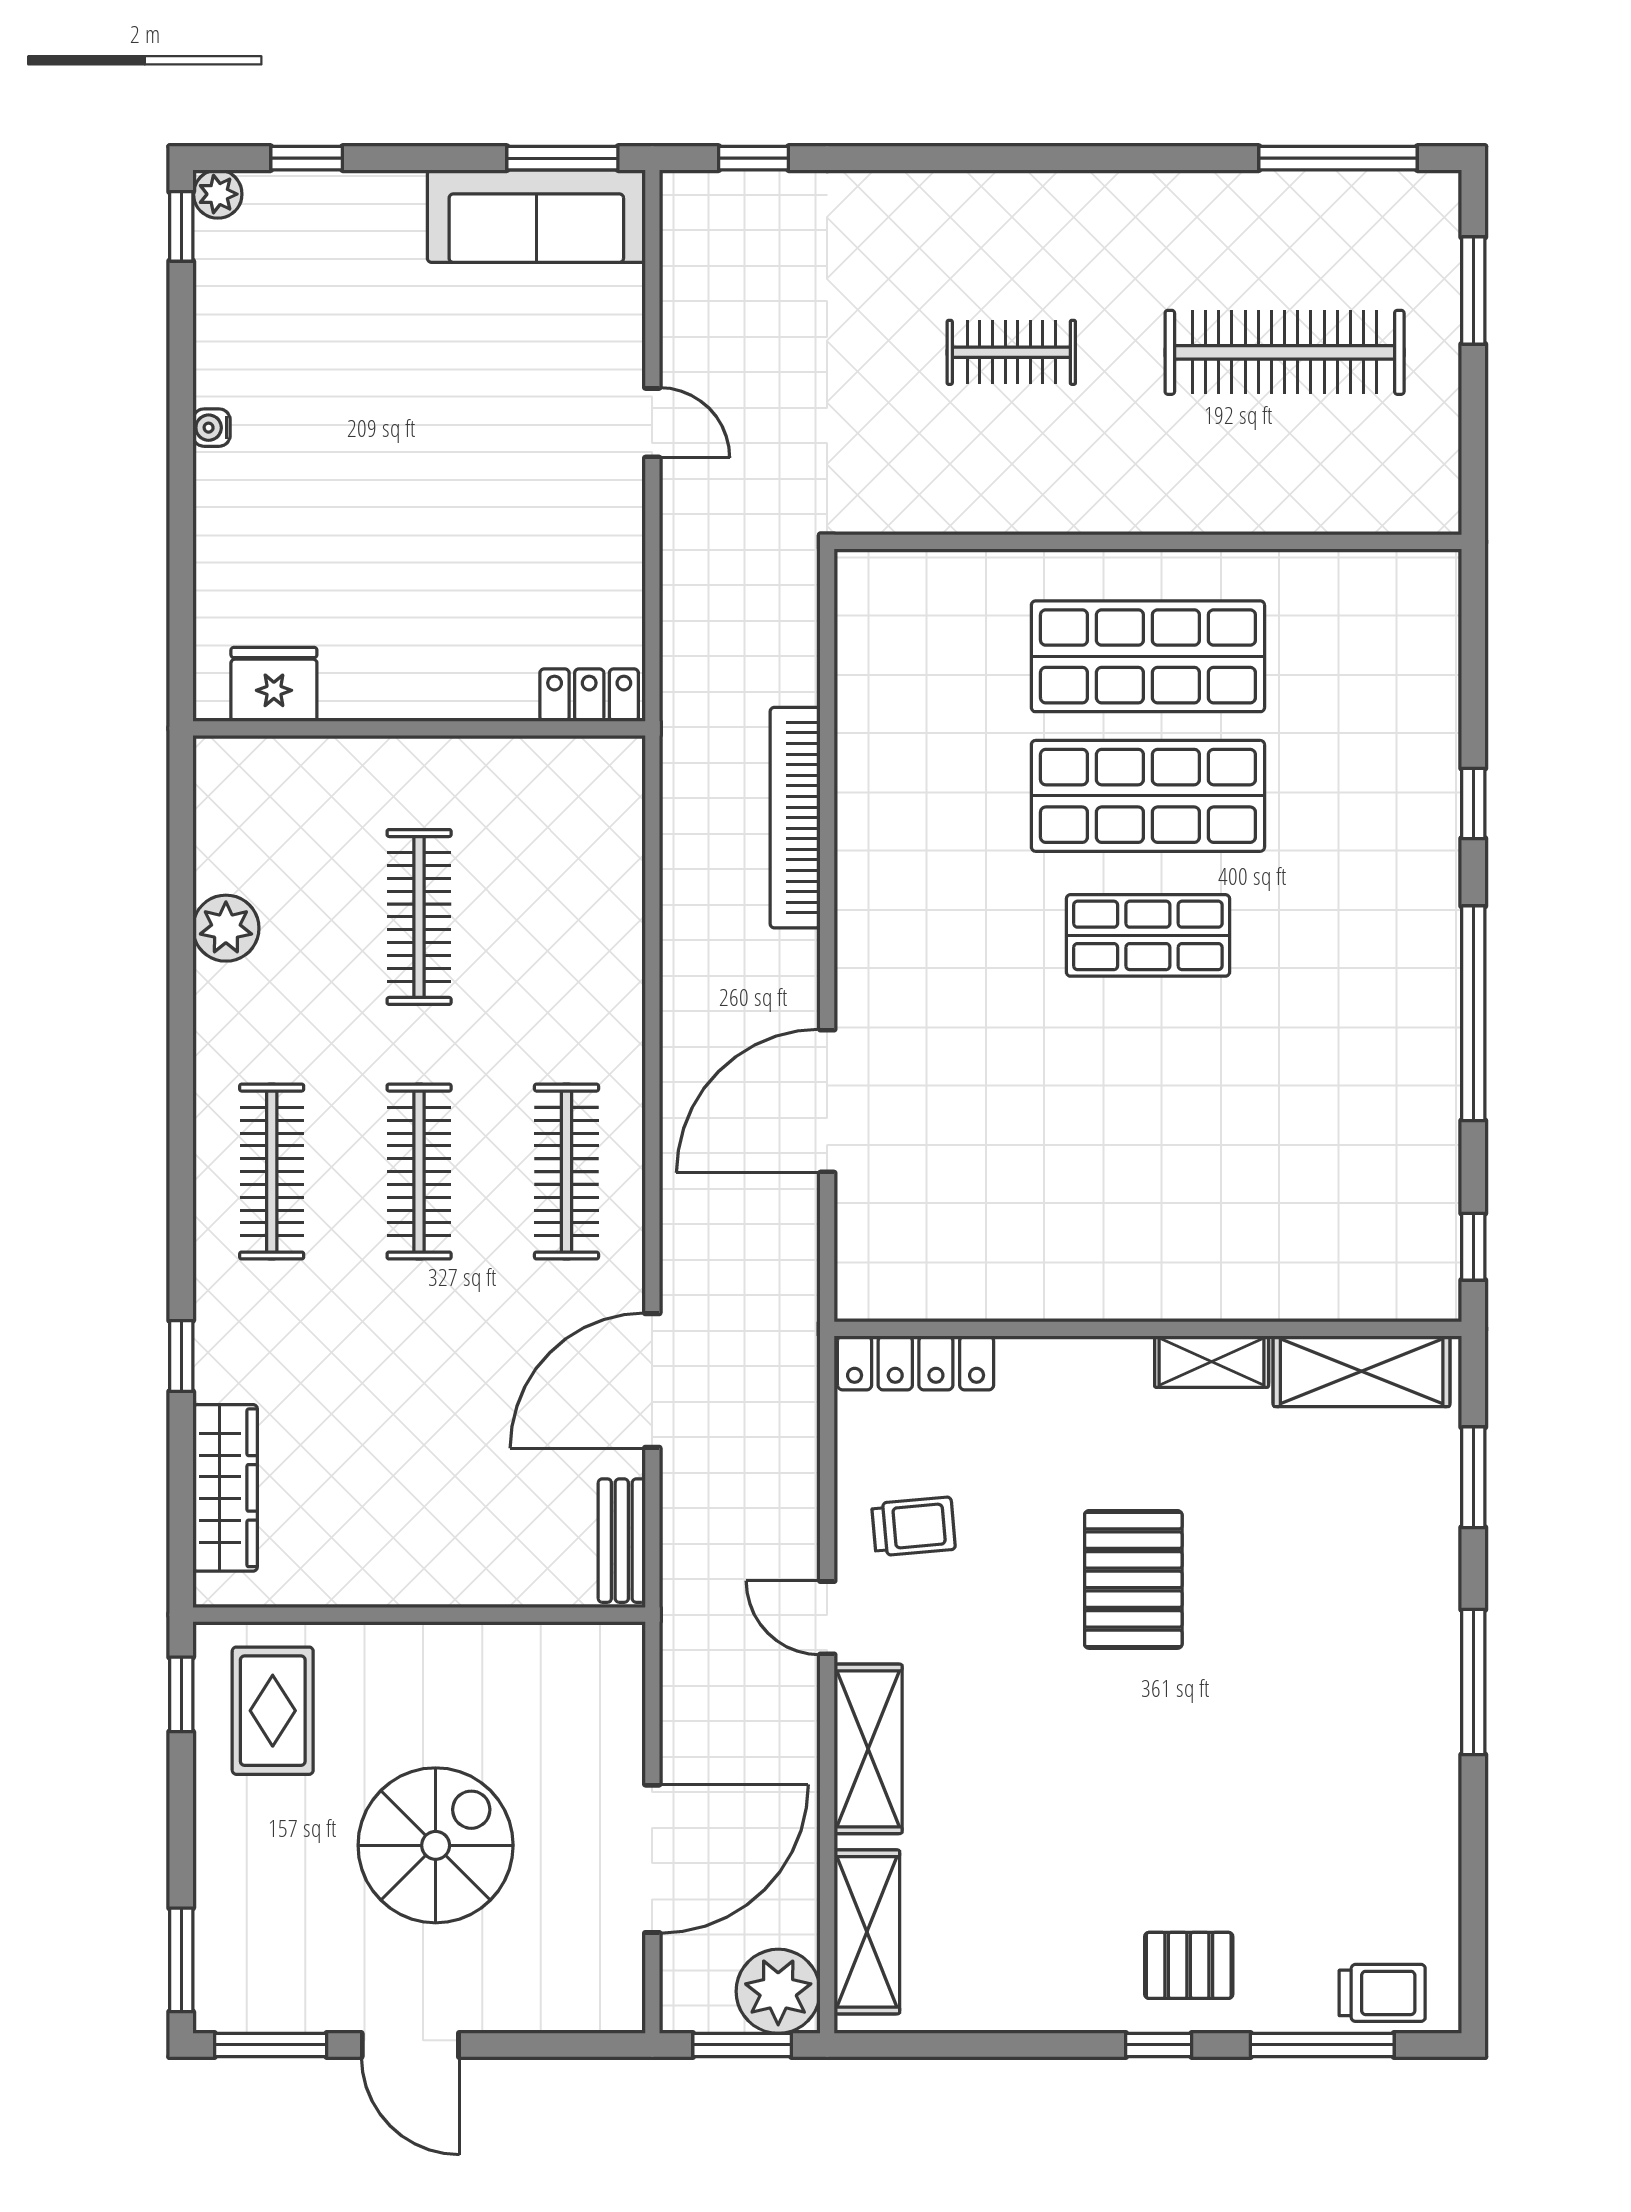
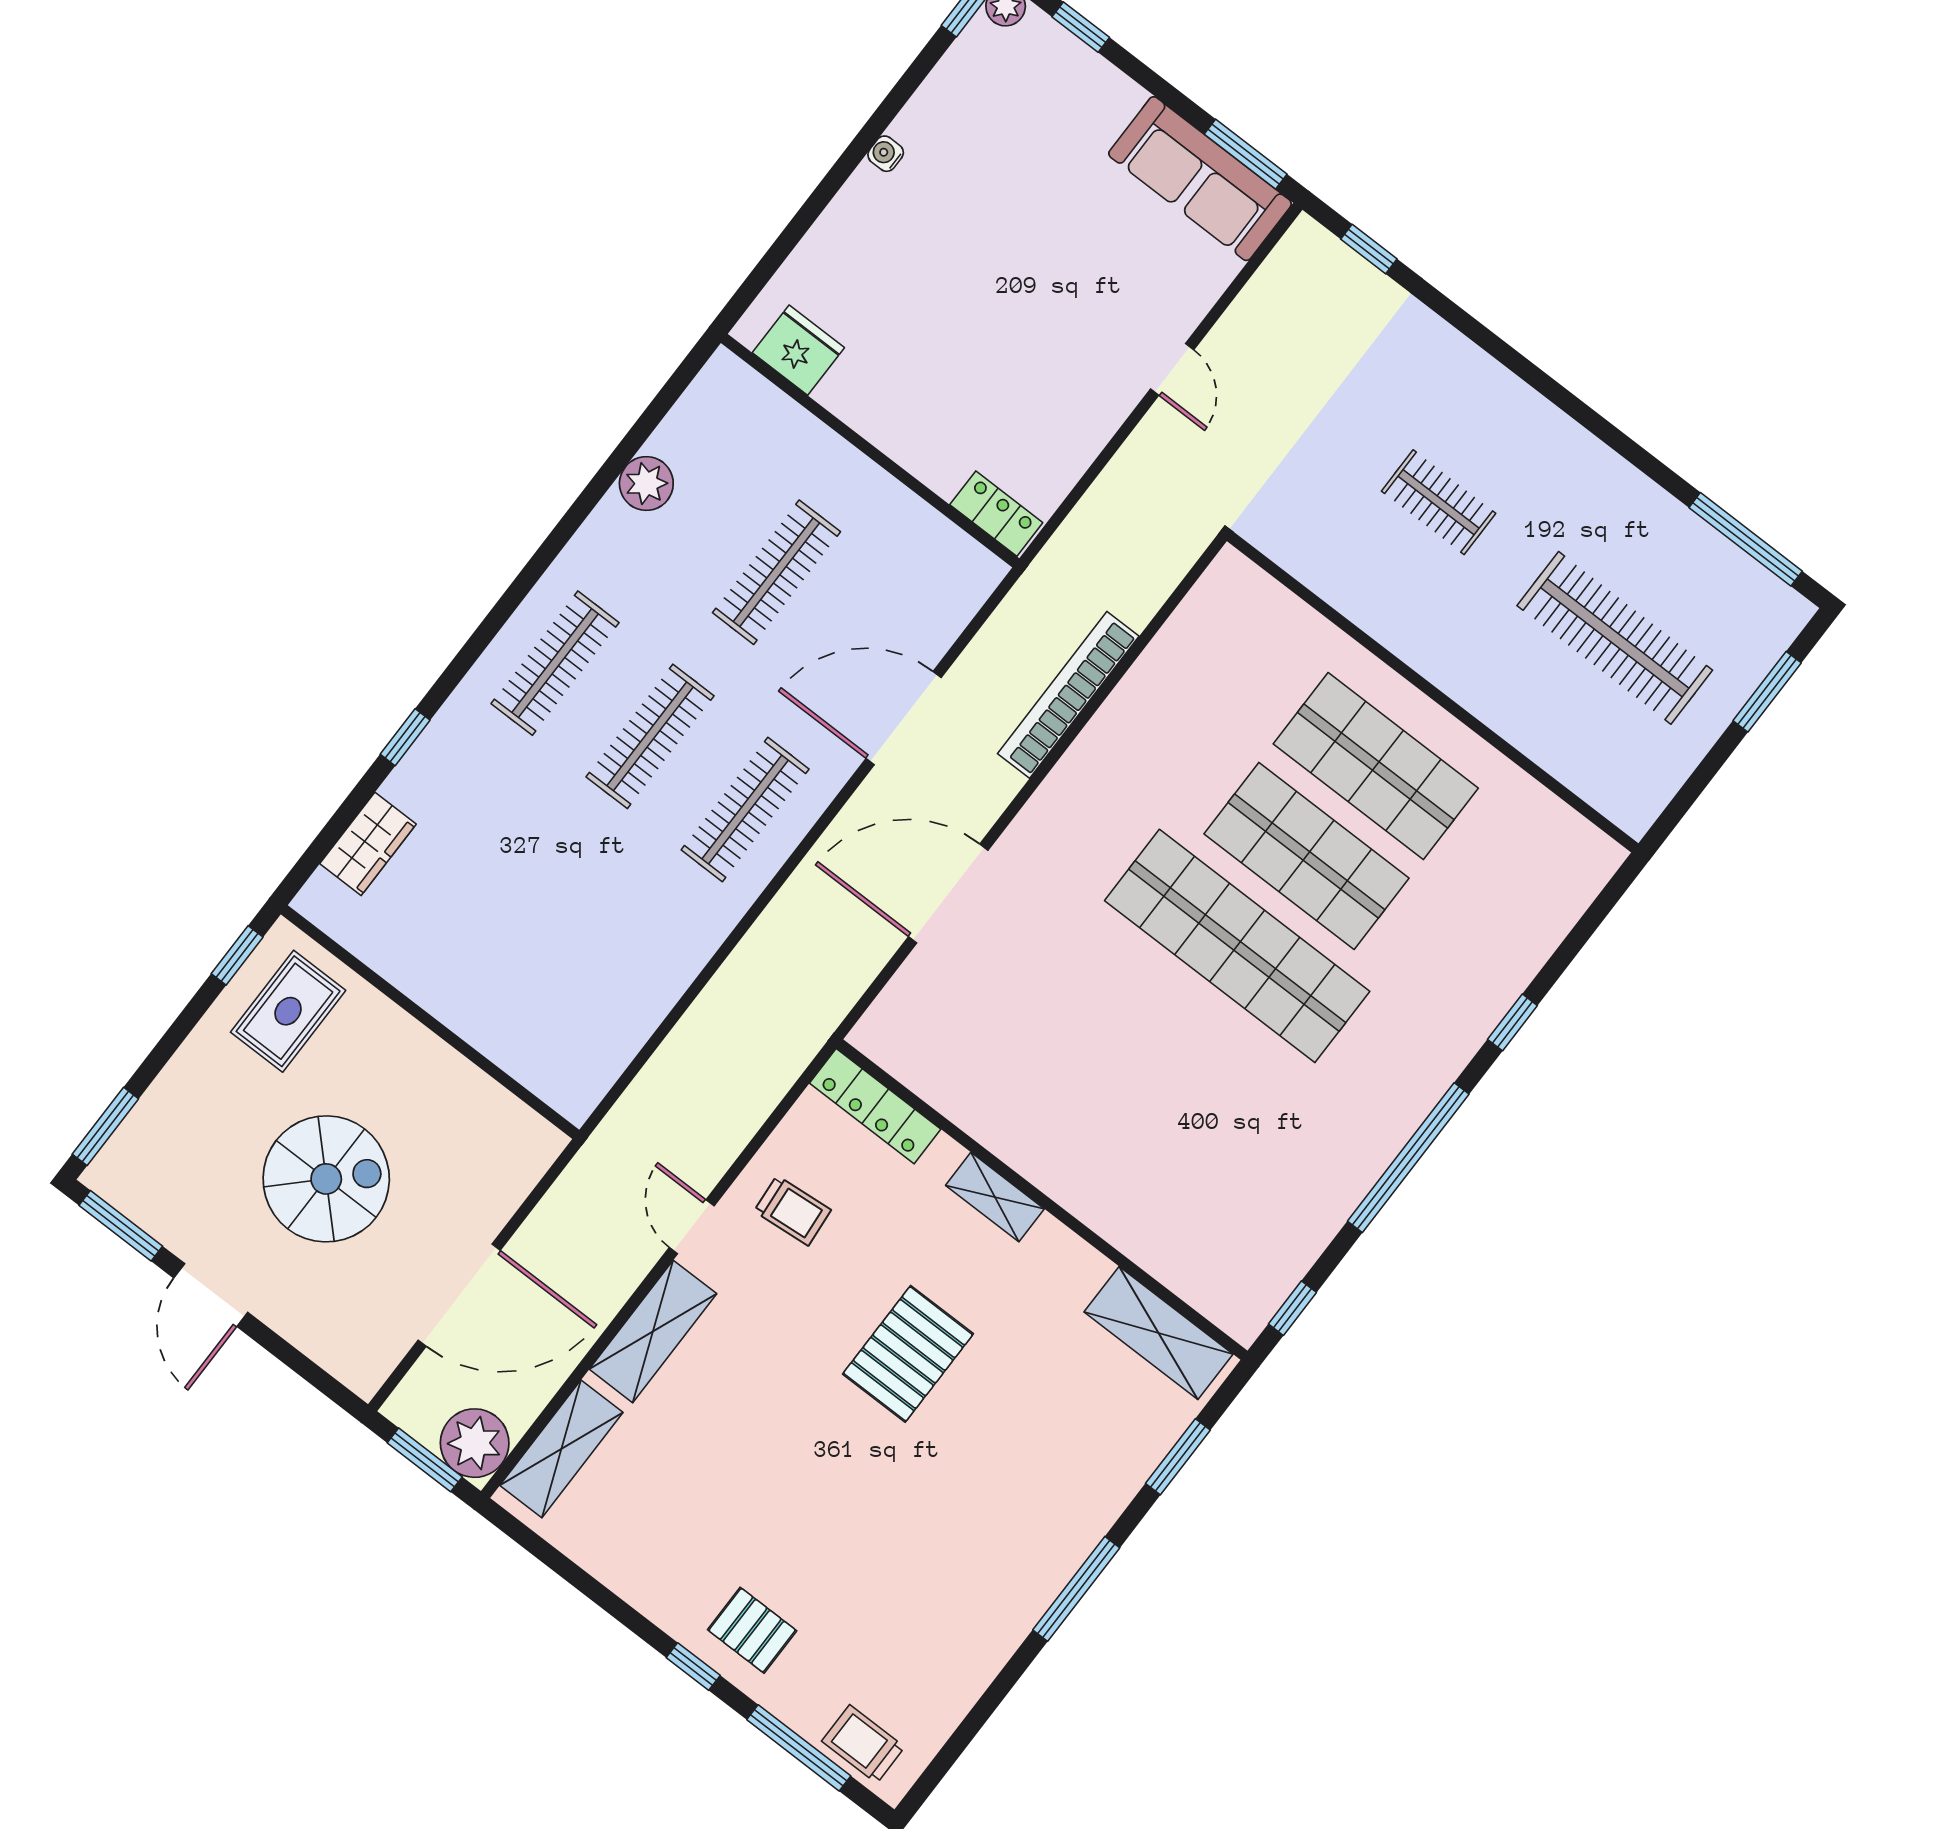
shop shelf: (1148, 935) -> (1237, 946), width x2.00, depth x1.36
shelving: (1212, 1362) -> (995, 1197), moved
door: (652, 1381) -> (904, 718), moved
wardrobe: (225, 1488) -> (368, 844), width x0.67
bench: (622, 1541) -> (598, 1075), removed
trolley: (1382, 1993) -> (863, 1744), turned 180

